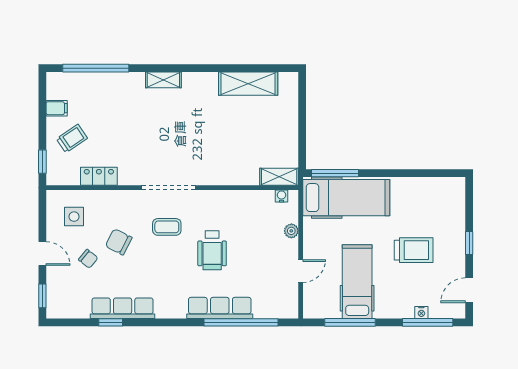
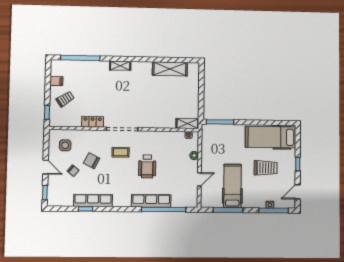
locker: (99, 176) -> (93, 122), moved
hospital bed: (346, 198) -> (271, 137), moved, turned 180

